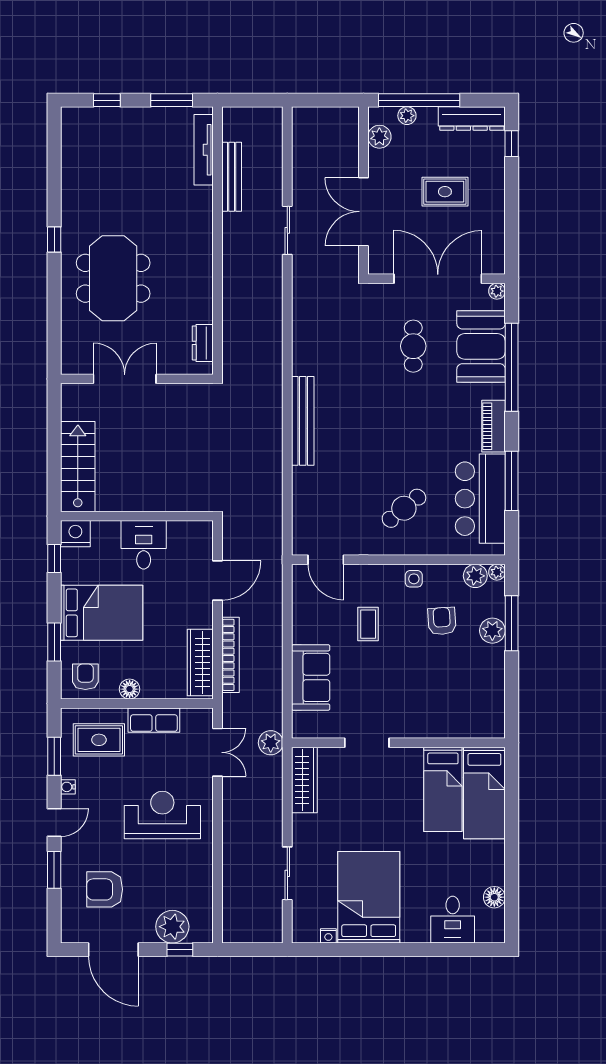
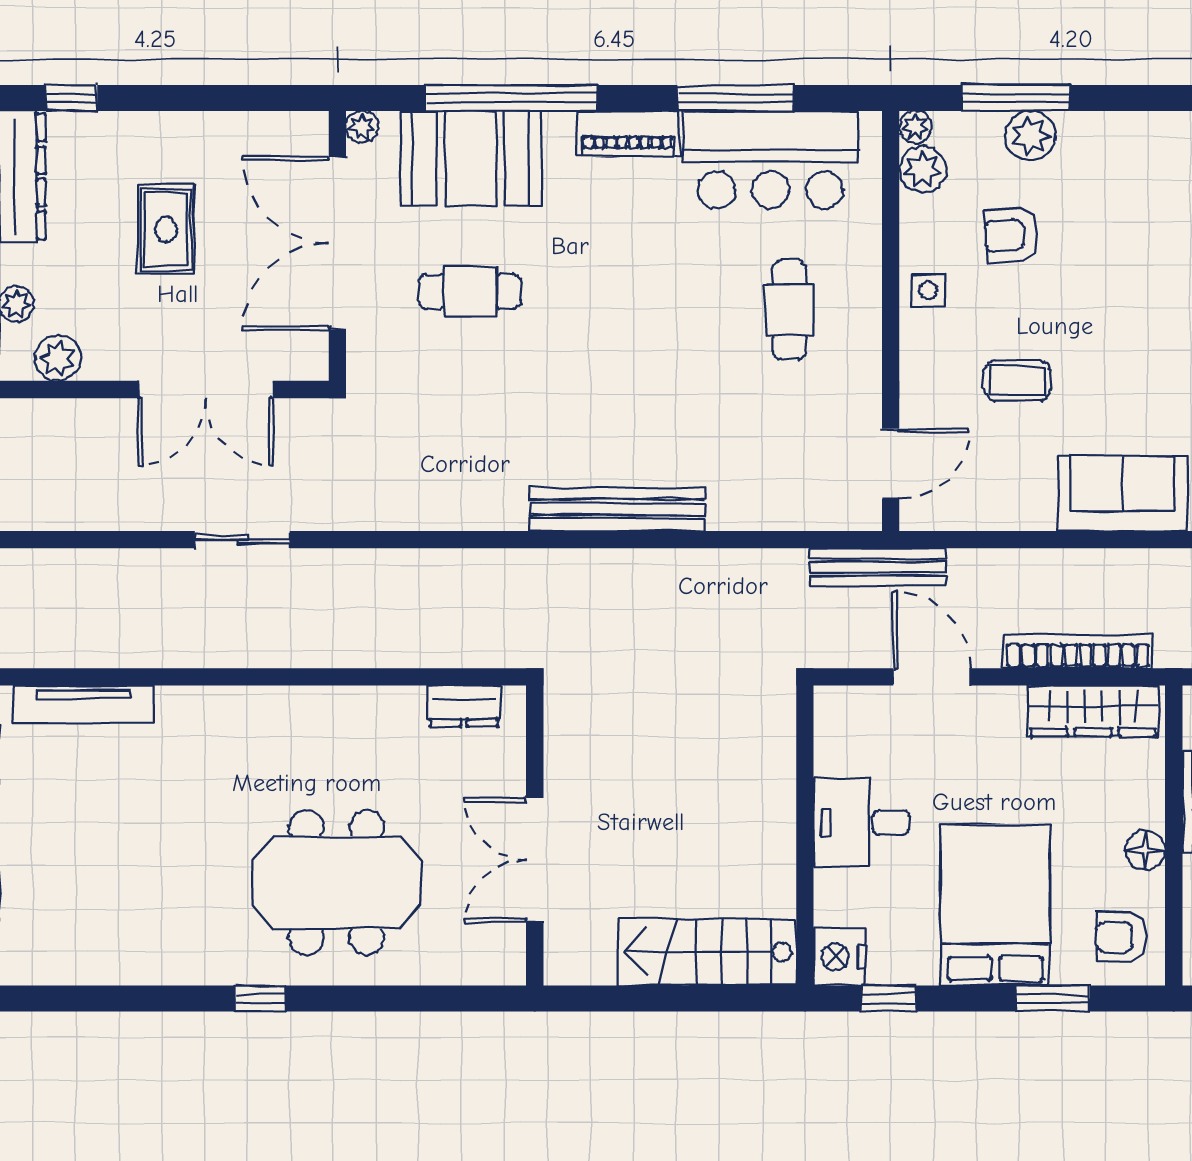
bench: (232, 177) -> (878, 567), moved
cafe table: (404, 508) -> (789, 310), turned 39

